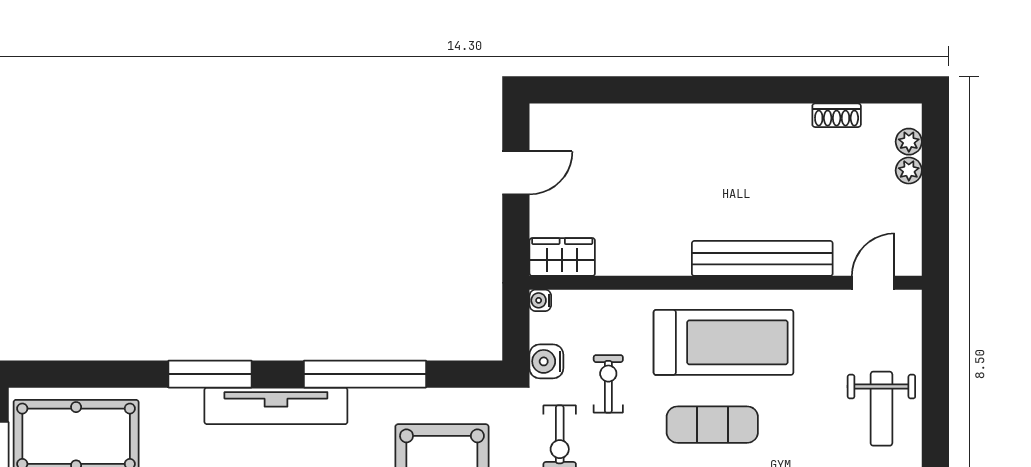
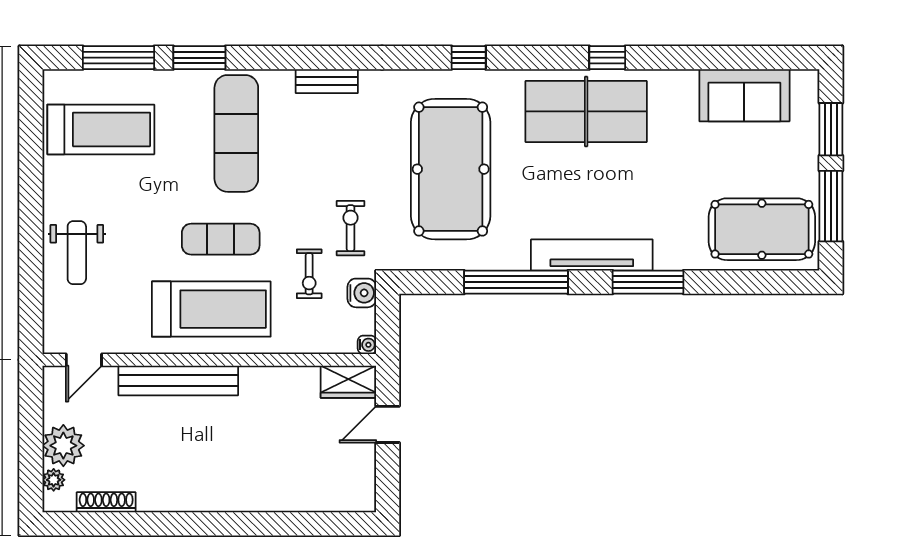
shoe rack: (837, 115) -> (106, 502), width x1.43
plant: (909, 170) -> (63, 446), width x1.87, depth x1.87
door: (516, 173) -> (388, 424), moved
treadmill: (723, 342) -> (211, 309), turned 180
weight bench: (881, 409) -> (77, 253), turned 180

